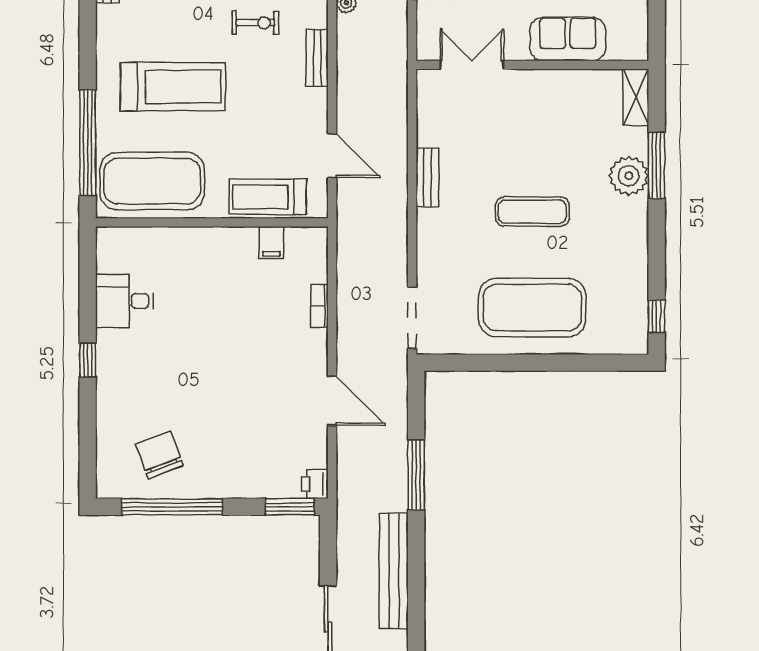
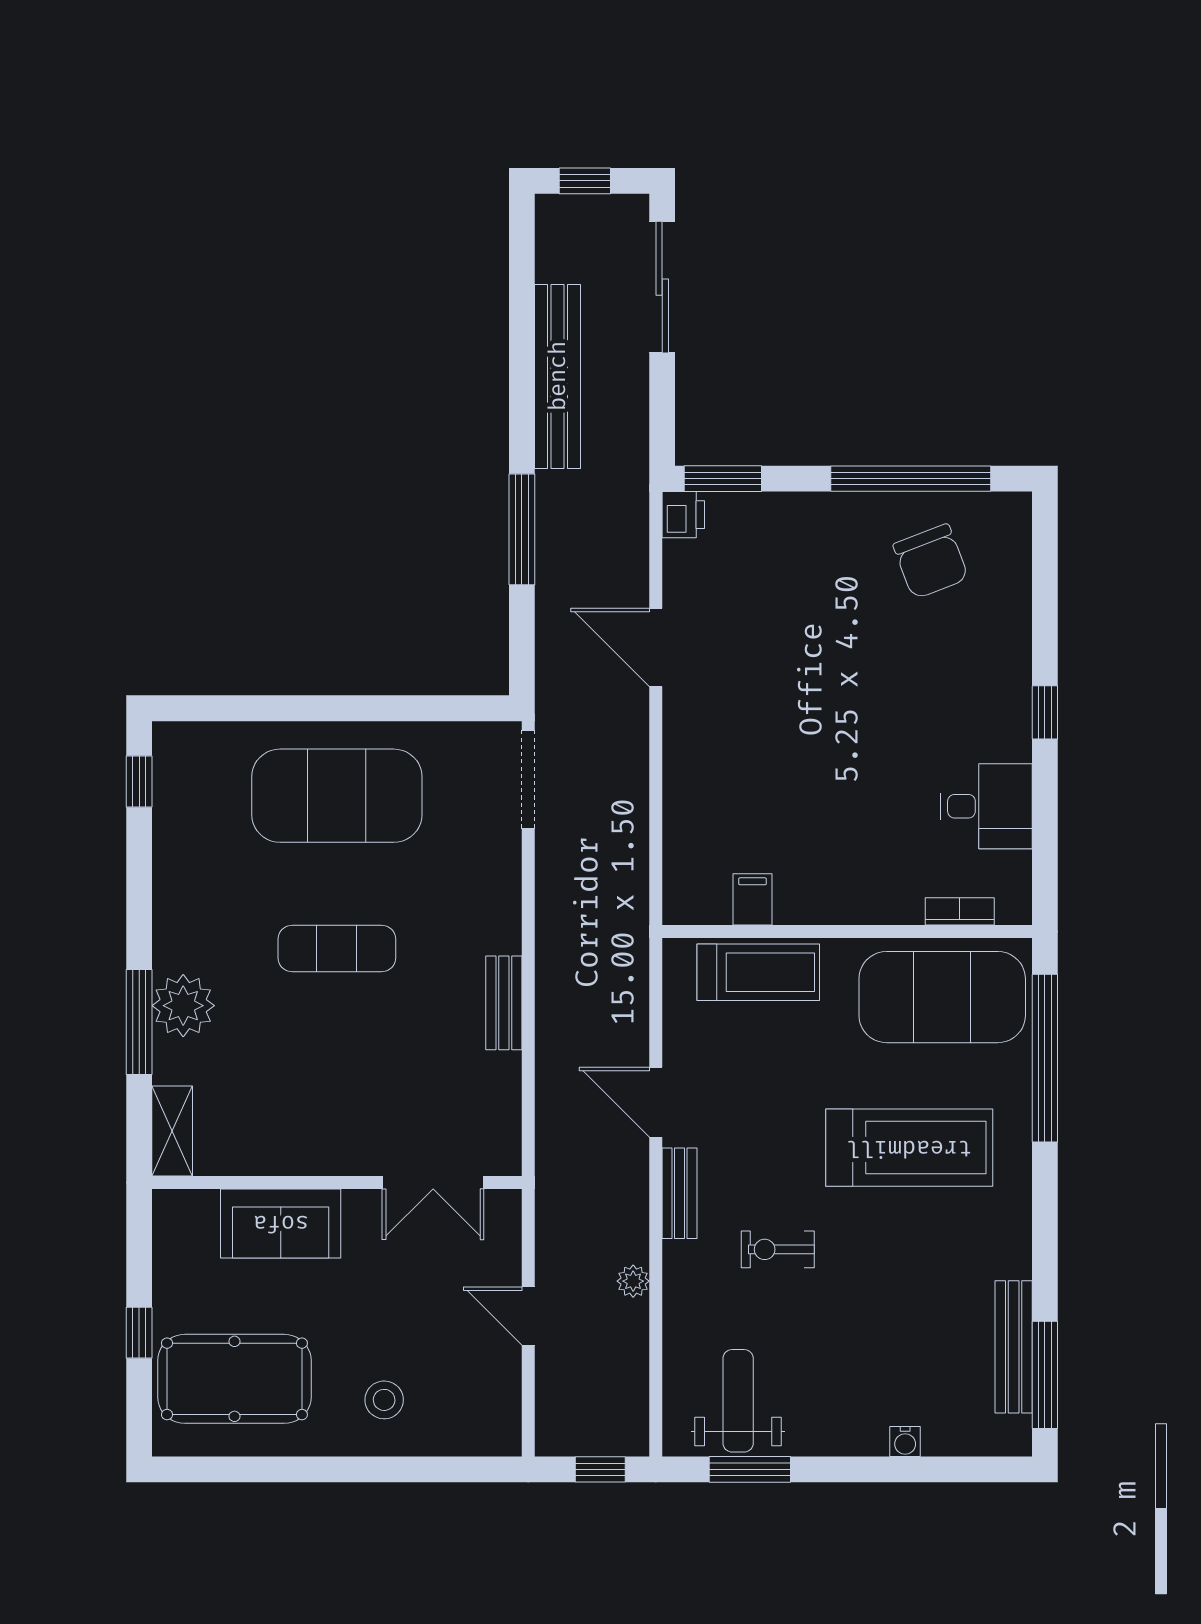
treadmill: (173, 87) -> (909, 1148), turned 180
door: (332, 156) -> (656, 1102), moved
bookcase: (319, 306) -> (960, 911), moved, turned -90

